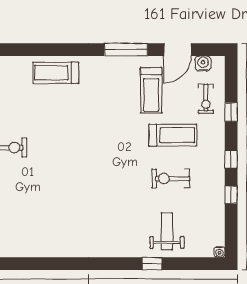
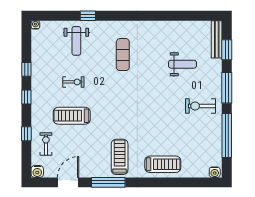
water cooler: (203, 64) -> (37, 171), moved
treadmill: (151, 90) -> (120, 157), moved
exercise bike: (171, 179) -> (73, 82), width x0.73, depth x0.72
weight bench: (30, 201) -> (182, 64), added
exercise mat: (107, 214) -> (123, 55), added

